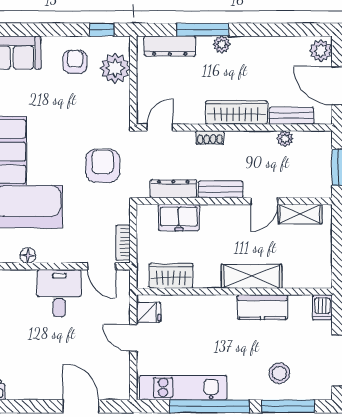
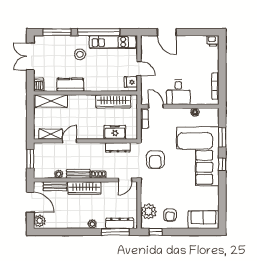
window: (203, 30) -> (115, 232), moved
bench: (221, 189) -> (78, 174), moved
wardrobe: (171, 276) -> (113, 101), width x1.50
shelving: (251, 276) -> (51, 101), moved
stool: (279, 373) -> (80, 54), moved

